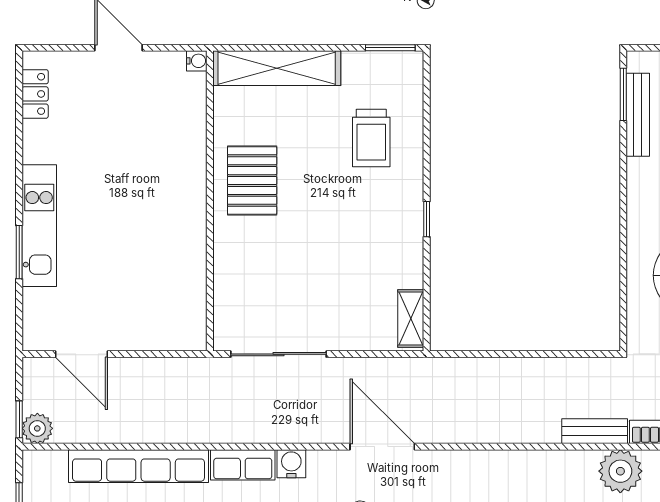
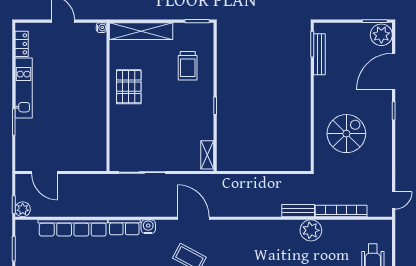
kitchen unit: (39, 226) -> (24, 88), moved

